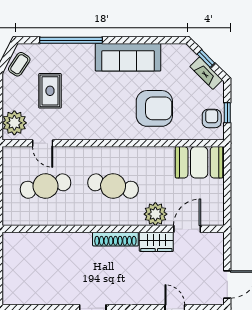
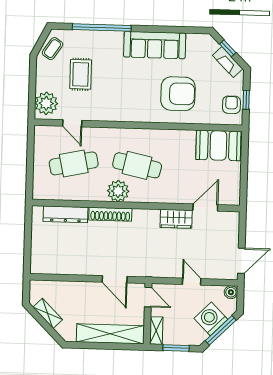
plant: (155, 214) -> (118, 191), moved
shoe rack: (115, 239) -> (110, 214), moved
dresser: (38, 240) -> (66, 214), added

